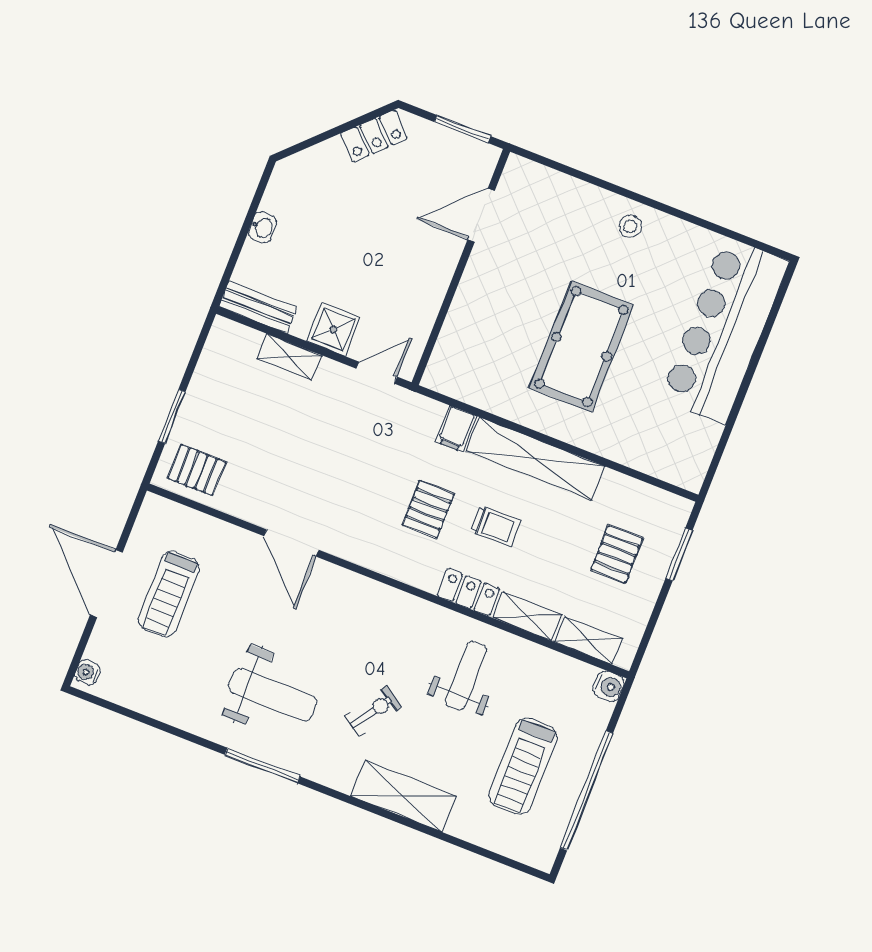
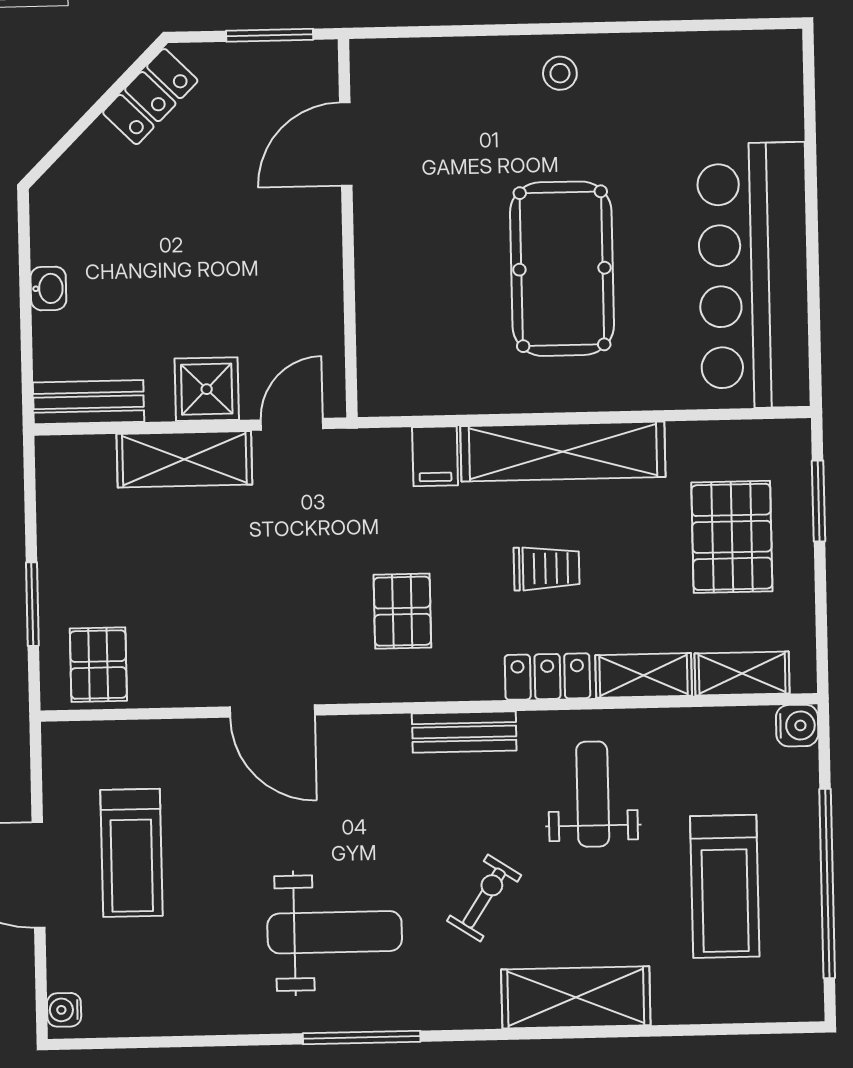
bar counter: (724, 330) -> (754, 275), moved
shelving: (290, 357) -> (184, 459), width x1.50, depth x1.33
pallet: (197, 470) -> (98, 665), turned 90
pallet: (428, 510) -> (402, 611), moved
pallet: (617, 554) -> (732, 537), width x1.50, depth x1.42
bench: (403, 605) -> (464, 732), added

